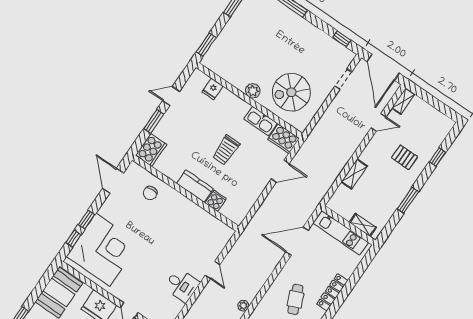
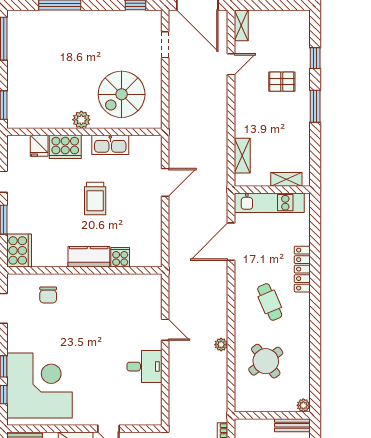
cooker: (284, 139) -> (65, 147), moved
shelving: (354, 174) -> (242, 156), moved
window: (408, 200) -> (315, 106), moved

